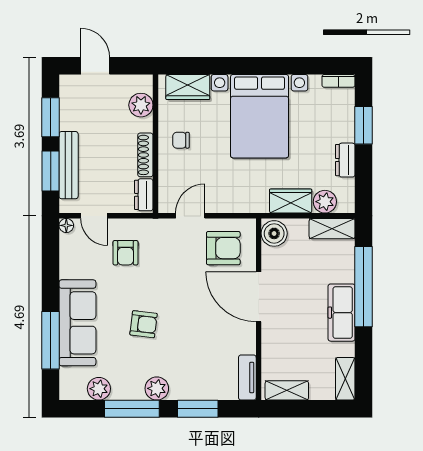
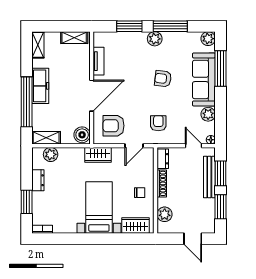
bed with nightstands: (260, 116) -> (99, 207), width x0.73
wardrobe: (291, 201) -> (98, 155), moved
armchair: (126, 253) -> (158, 123), moved
plant: (71, 267) -> (208, 114), added
door: (259, 297) -> (92, 96), hinge flipped
tv unit: (247, 378) -> (99, 61), moved
plant: (99, 389) -> (208, 39), moved

